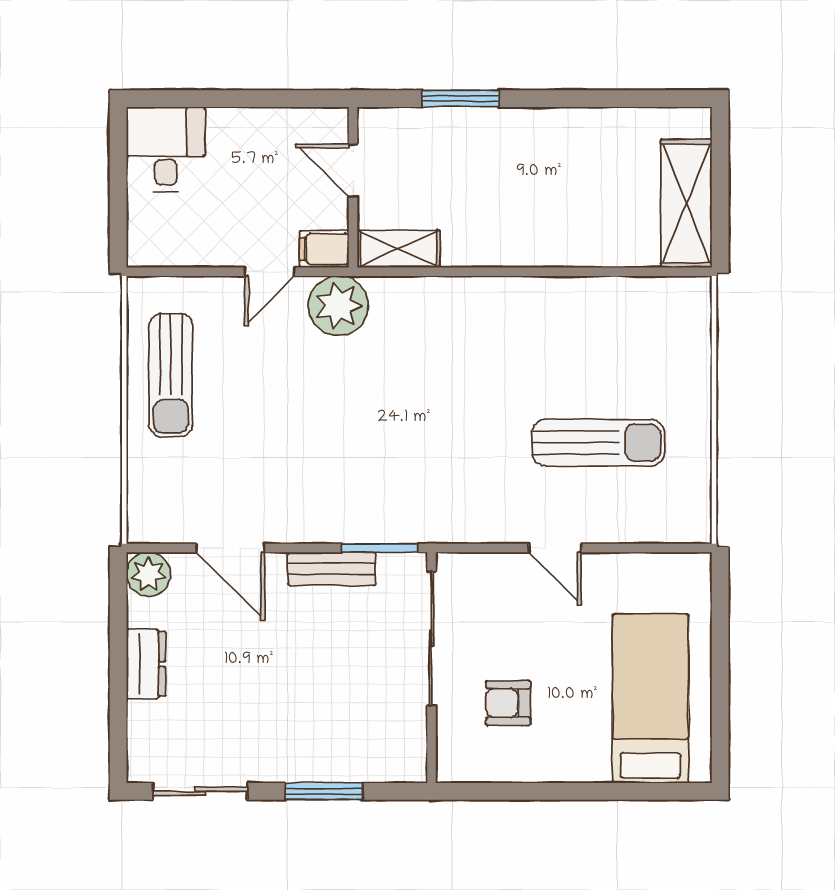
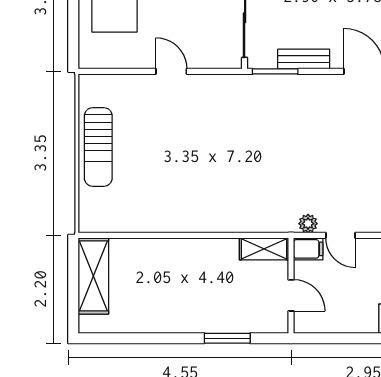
door: (270, 272) -> (341, 235), swing flipped
plant: (338, 306) -> (308, 224), width x0.53, depth x0.53
sun lounger: (598, 443) -> (98, 147), moved, turned -90

